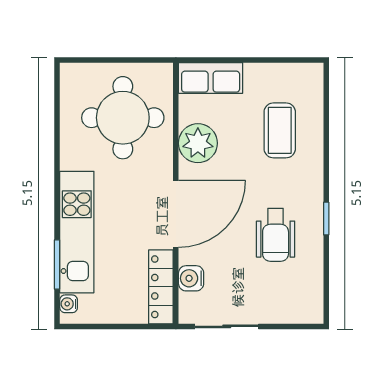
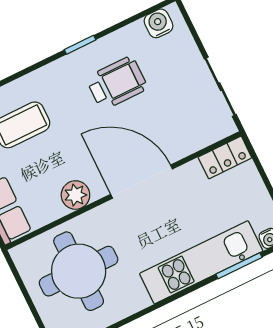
plant: (198, 143) -> (75, 195), width x0.73, depth x0.73
water cooler: (191, 278) -> (158, 23), moved, turned 180
locker: (161, 287) -> (225, 157), width x0.66

